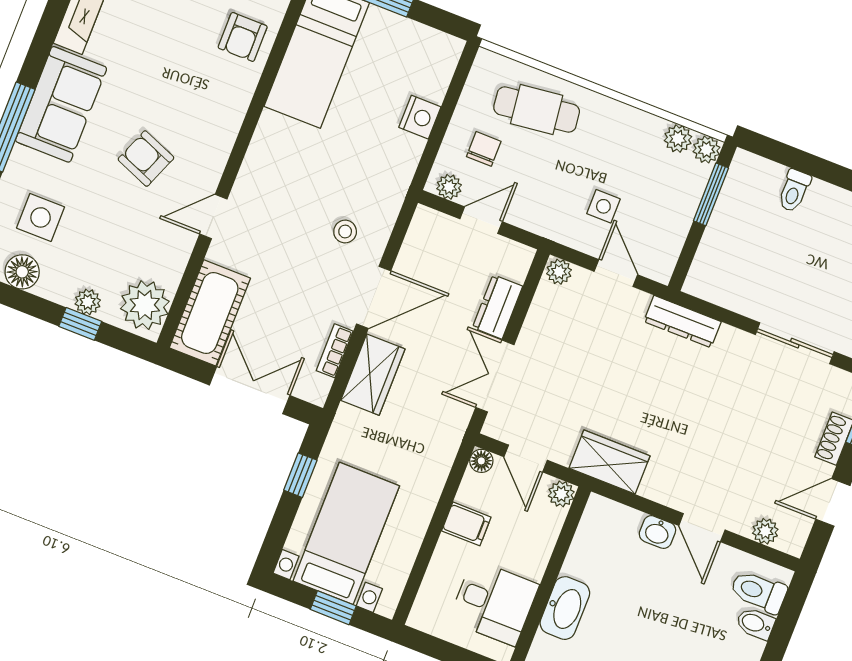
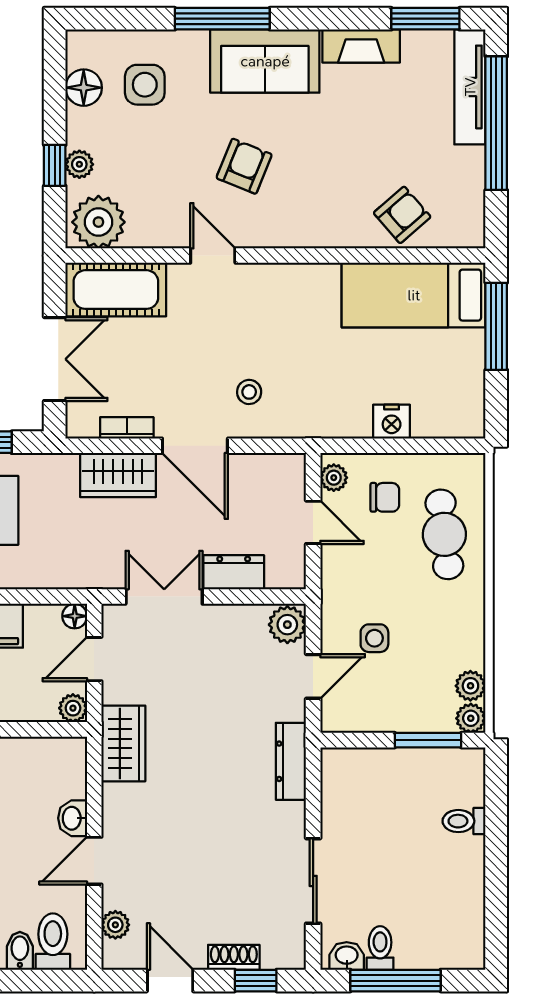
armchair: (243, 37) -> (402, 215), turned 139
plant: (559, 272) -> (287, 625), width x1.38, depth x1.38

